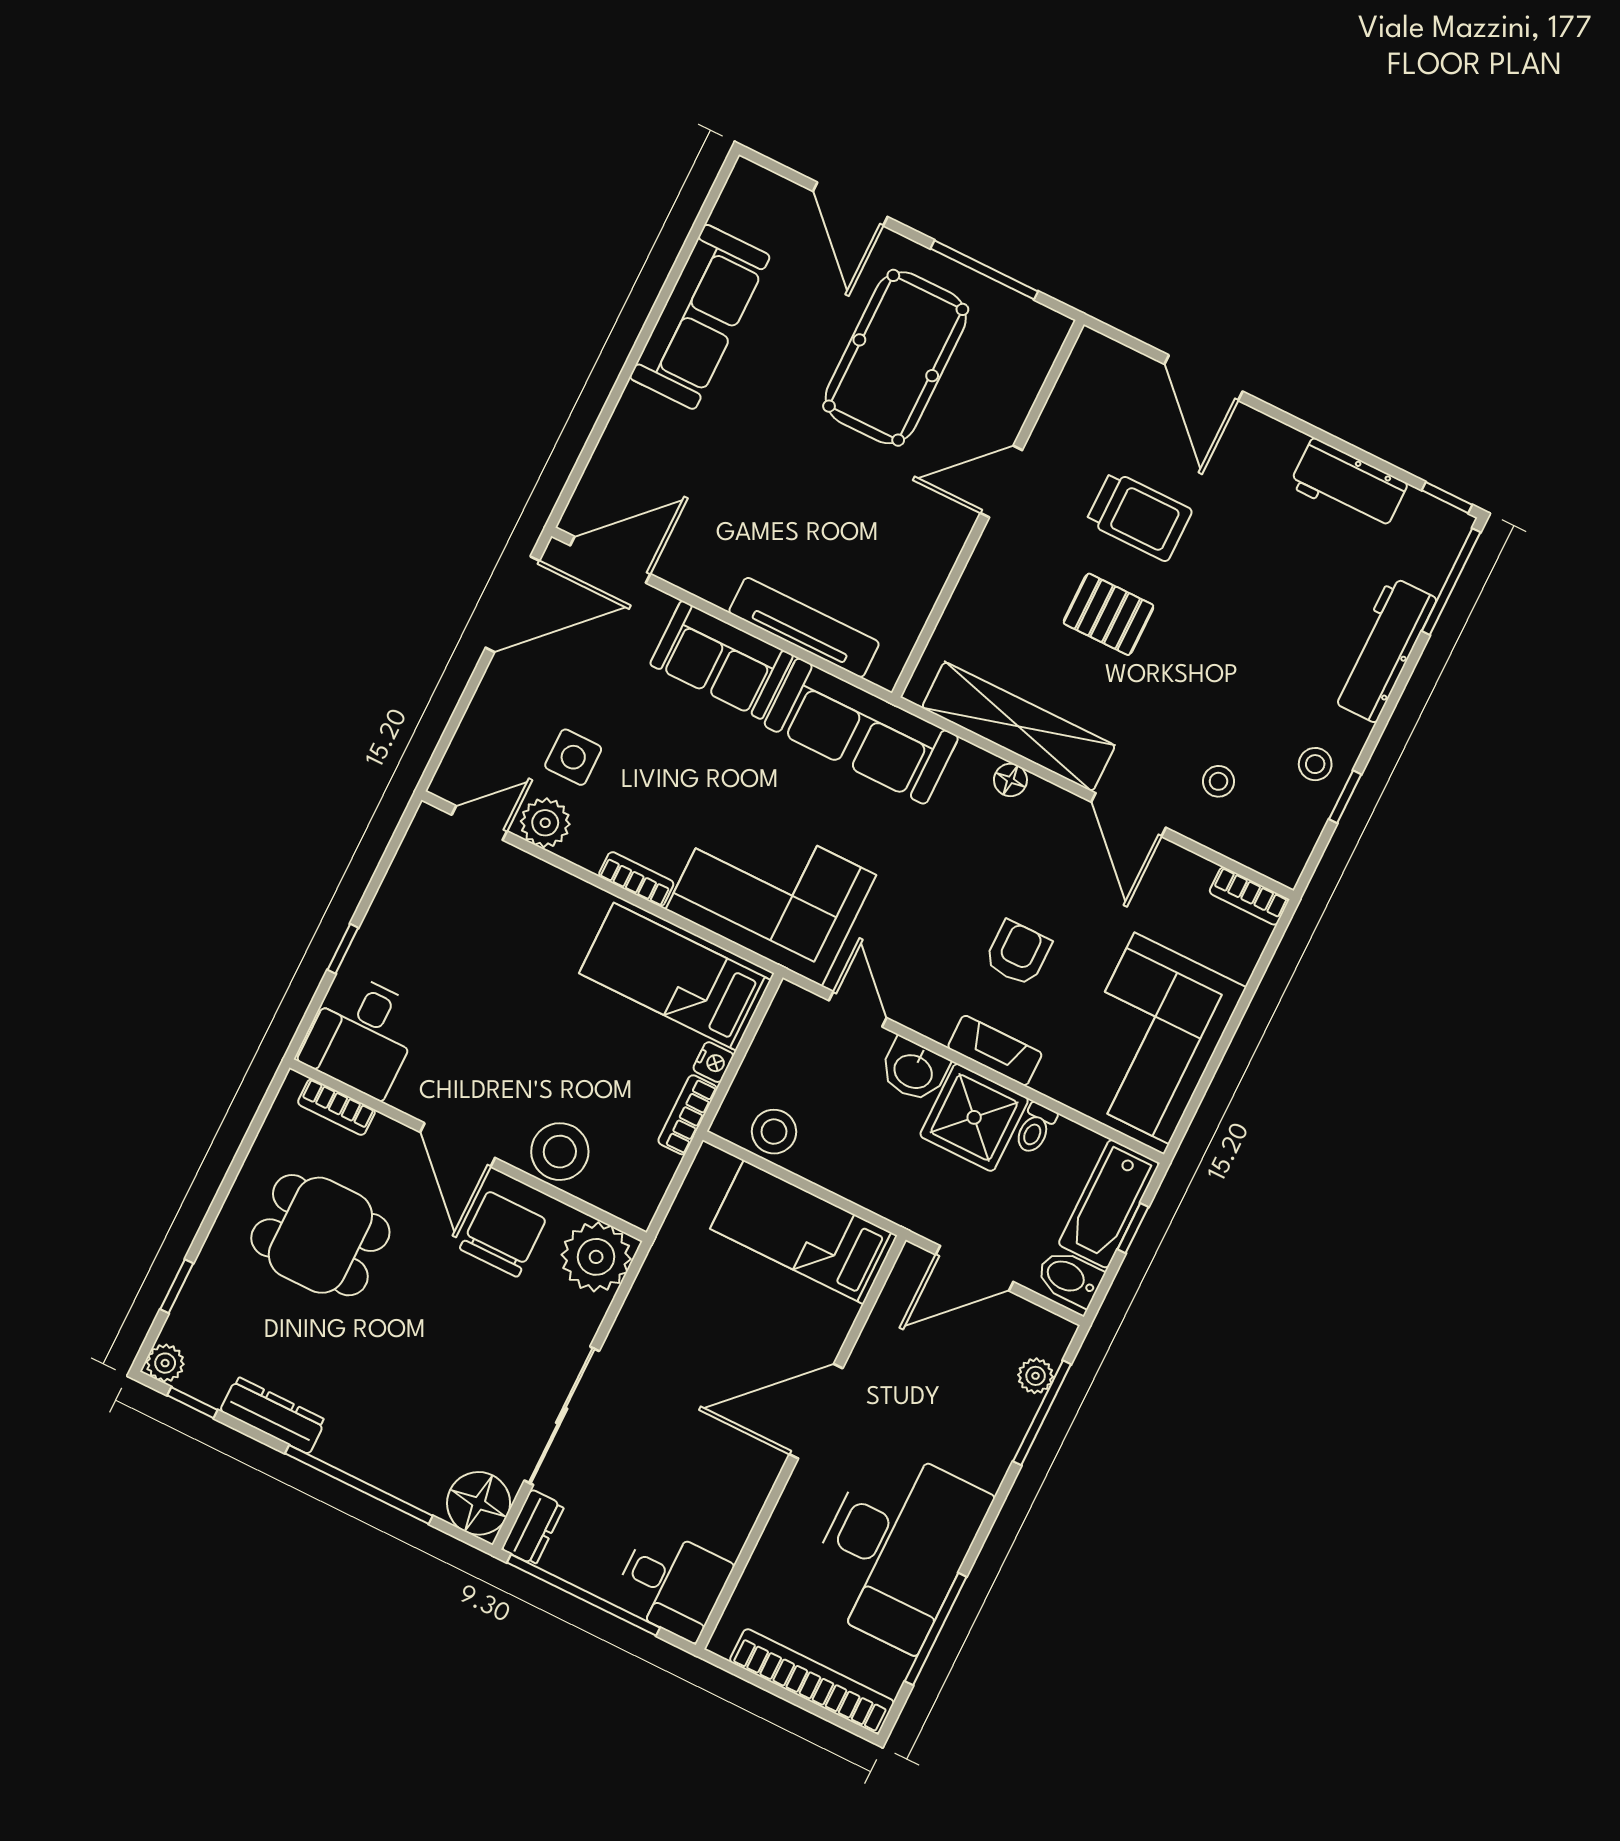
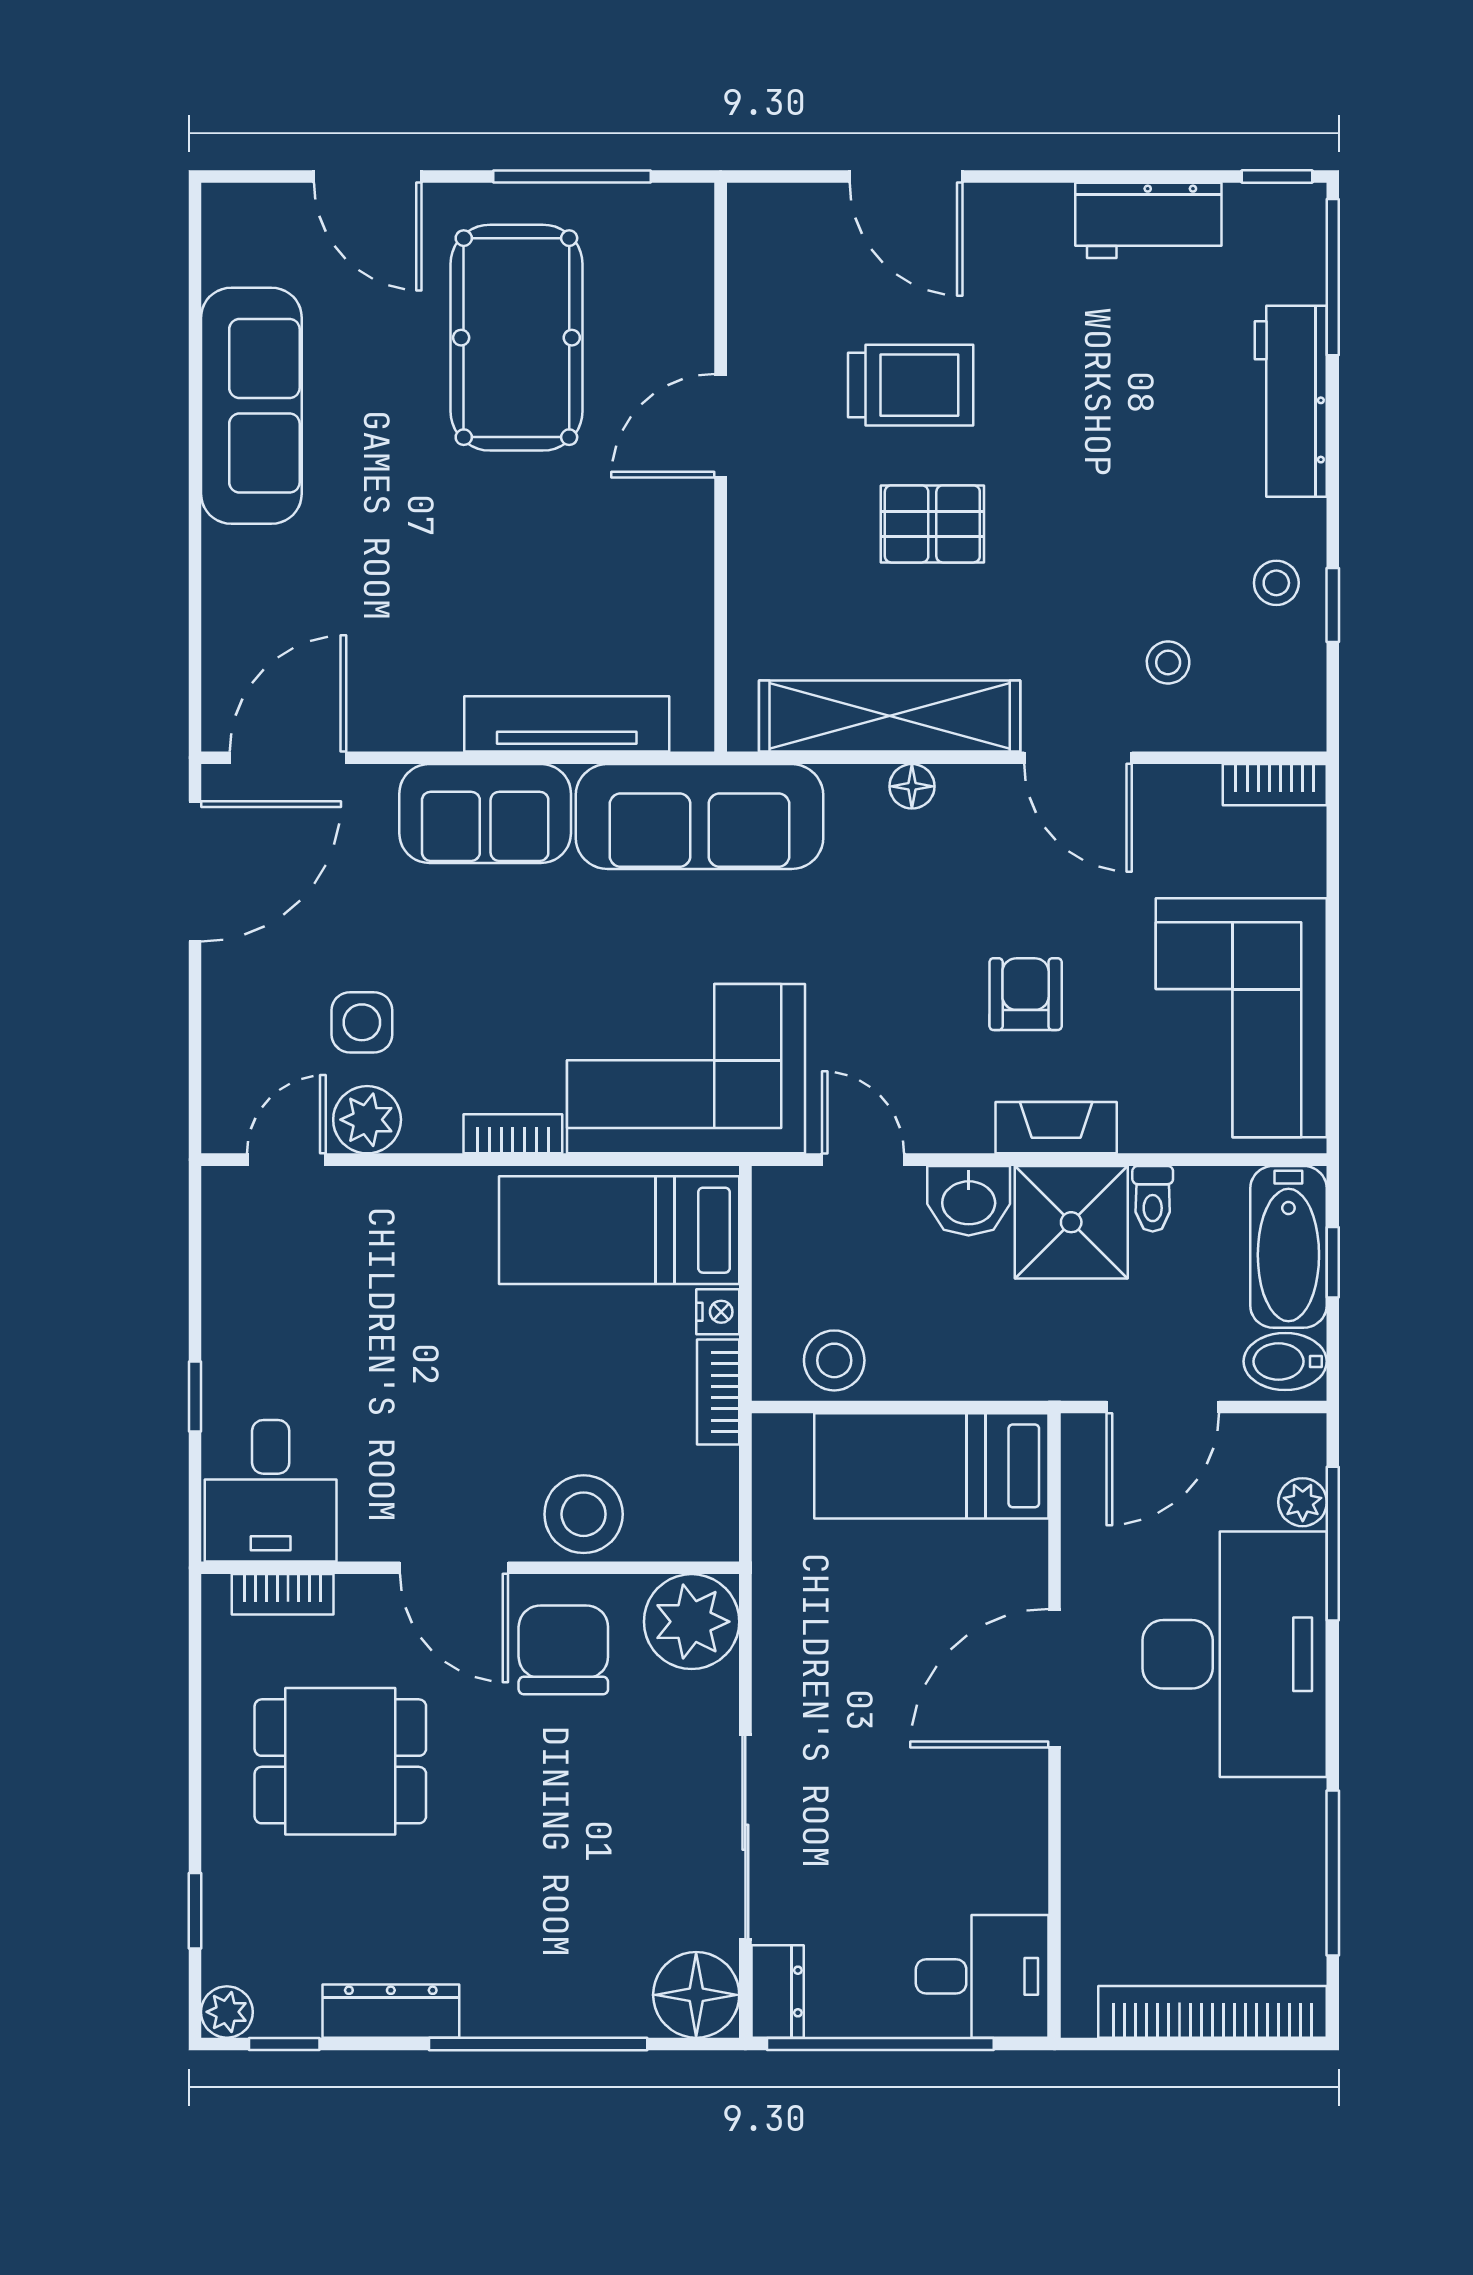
desk: (896, 1547) -> (1235, 1654), moved

